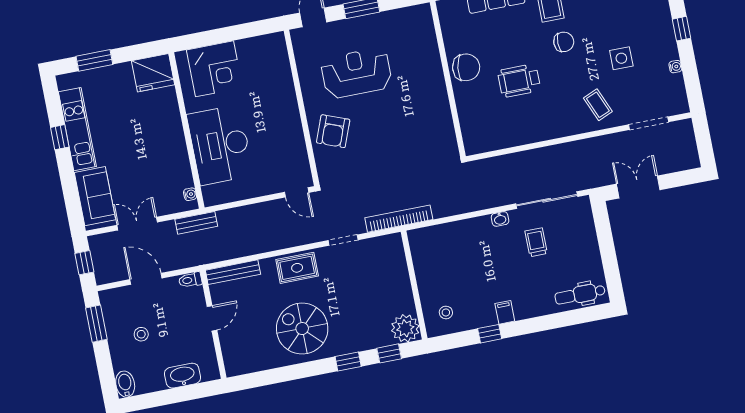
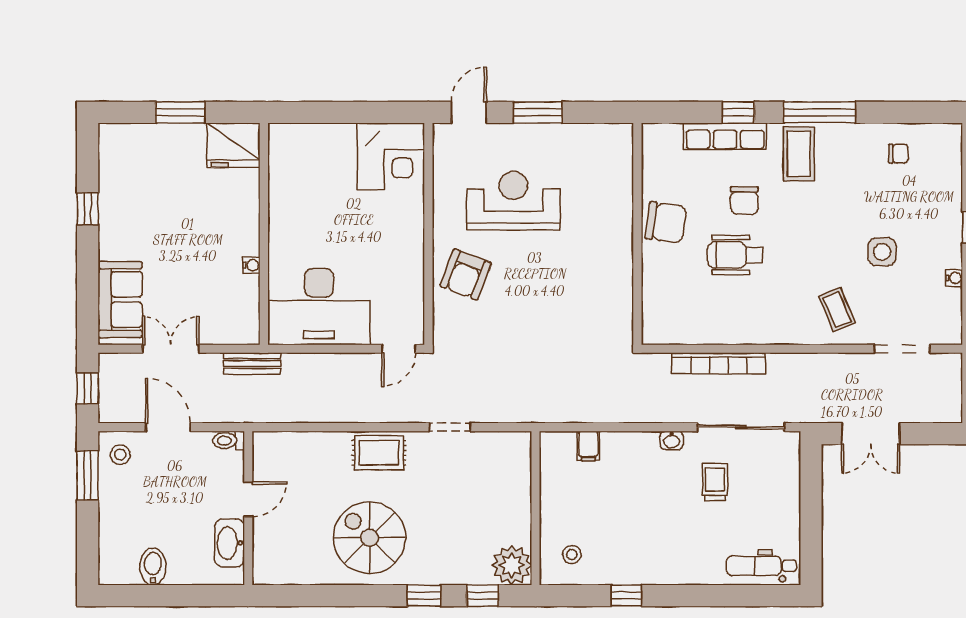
chair: (564, 42) -> (744, 200), moved, turned 90
window: (94, 60) -> (180, 112), moved
corner desk: (214, 69) -> (391, 157), moved
kitchen unit: (77, 129) -> (114, 203), removed
desk: (220, 145) -> (319, 307), moved, turned -90
double door: (638, 187) -> (871, 434), swing flipped
door: (297, 192) -> (399, 349), hinge flipped
water cooler: (190, 194) -> (252, 265), moved
bookcase: (399, 219) -> (719, 363), moved, turned 180
bench: (233, 272) -> (290, 442), removed
filing cabinet: (505, 312) -> (588, 446), moved, turned 180
stool: (141, 334) -> (120, 455), moved
washbasin: (183, 376) -> (229, 543), moved, turned -90
bidet: (125, 384) -> (153, 566), moved

